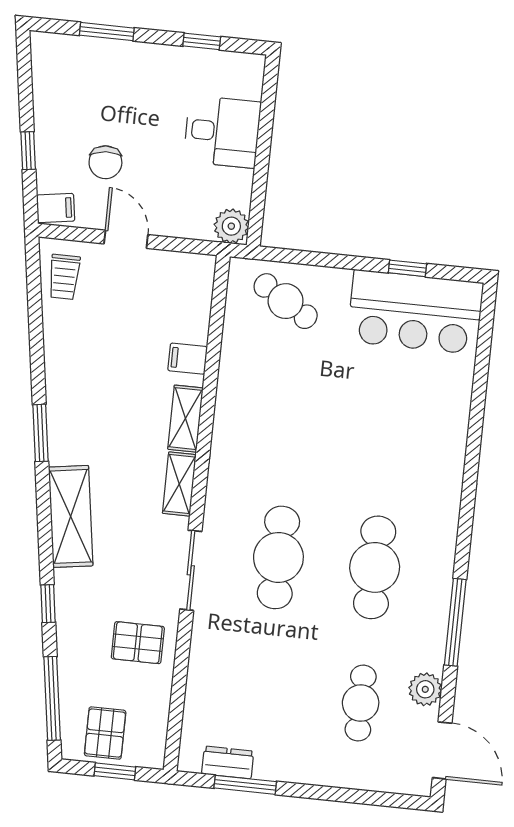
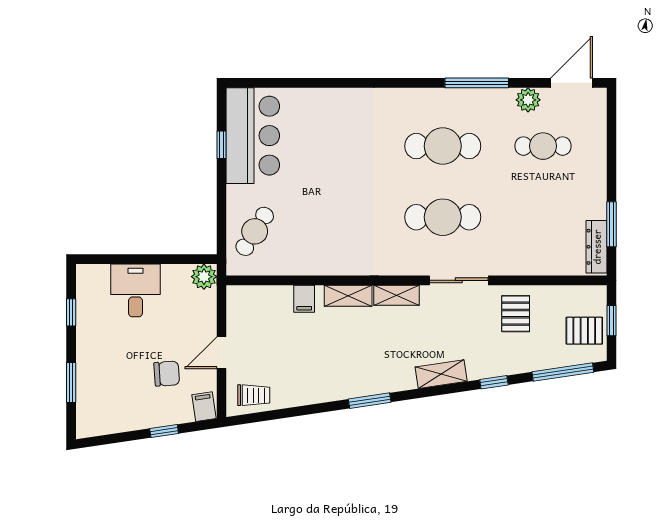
shelving: (71, 516) -> (441, 374), width x0.67, depth x0.75
dresser: (228, 762) -> (597, 247), width x1.44

